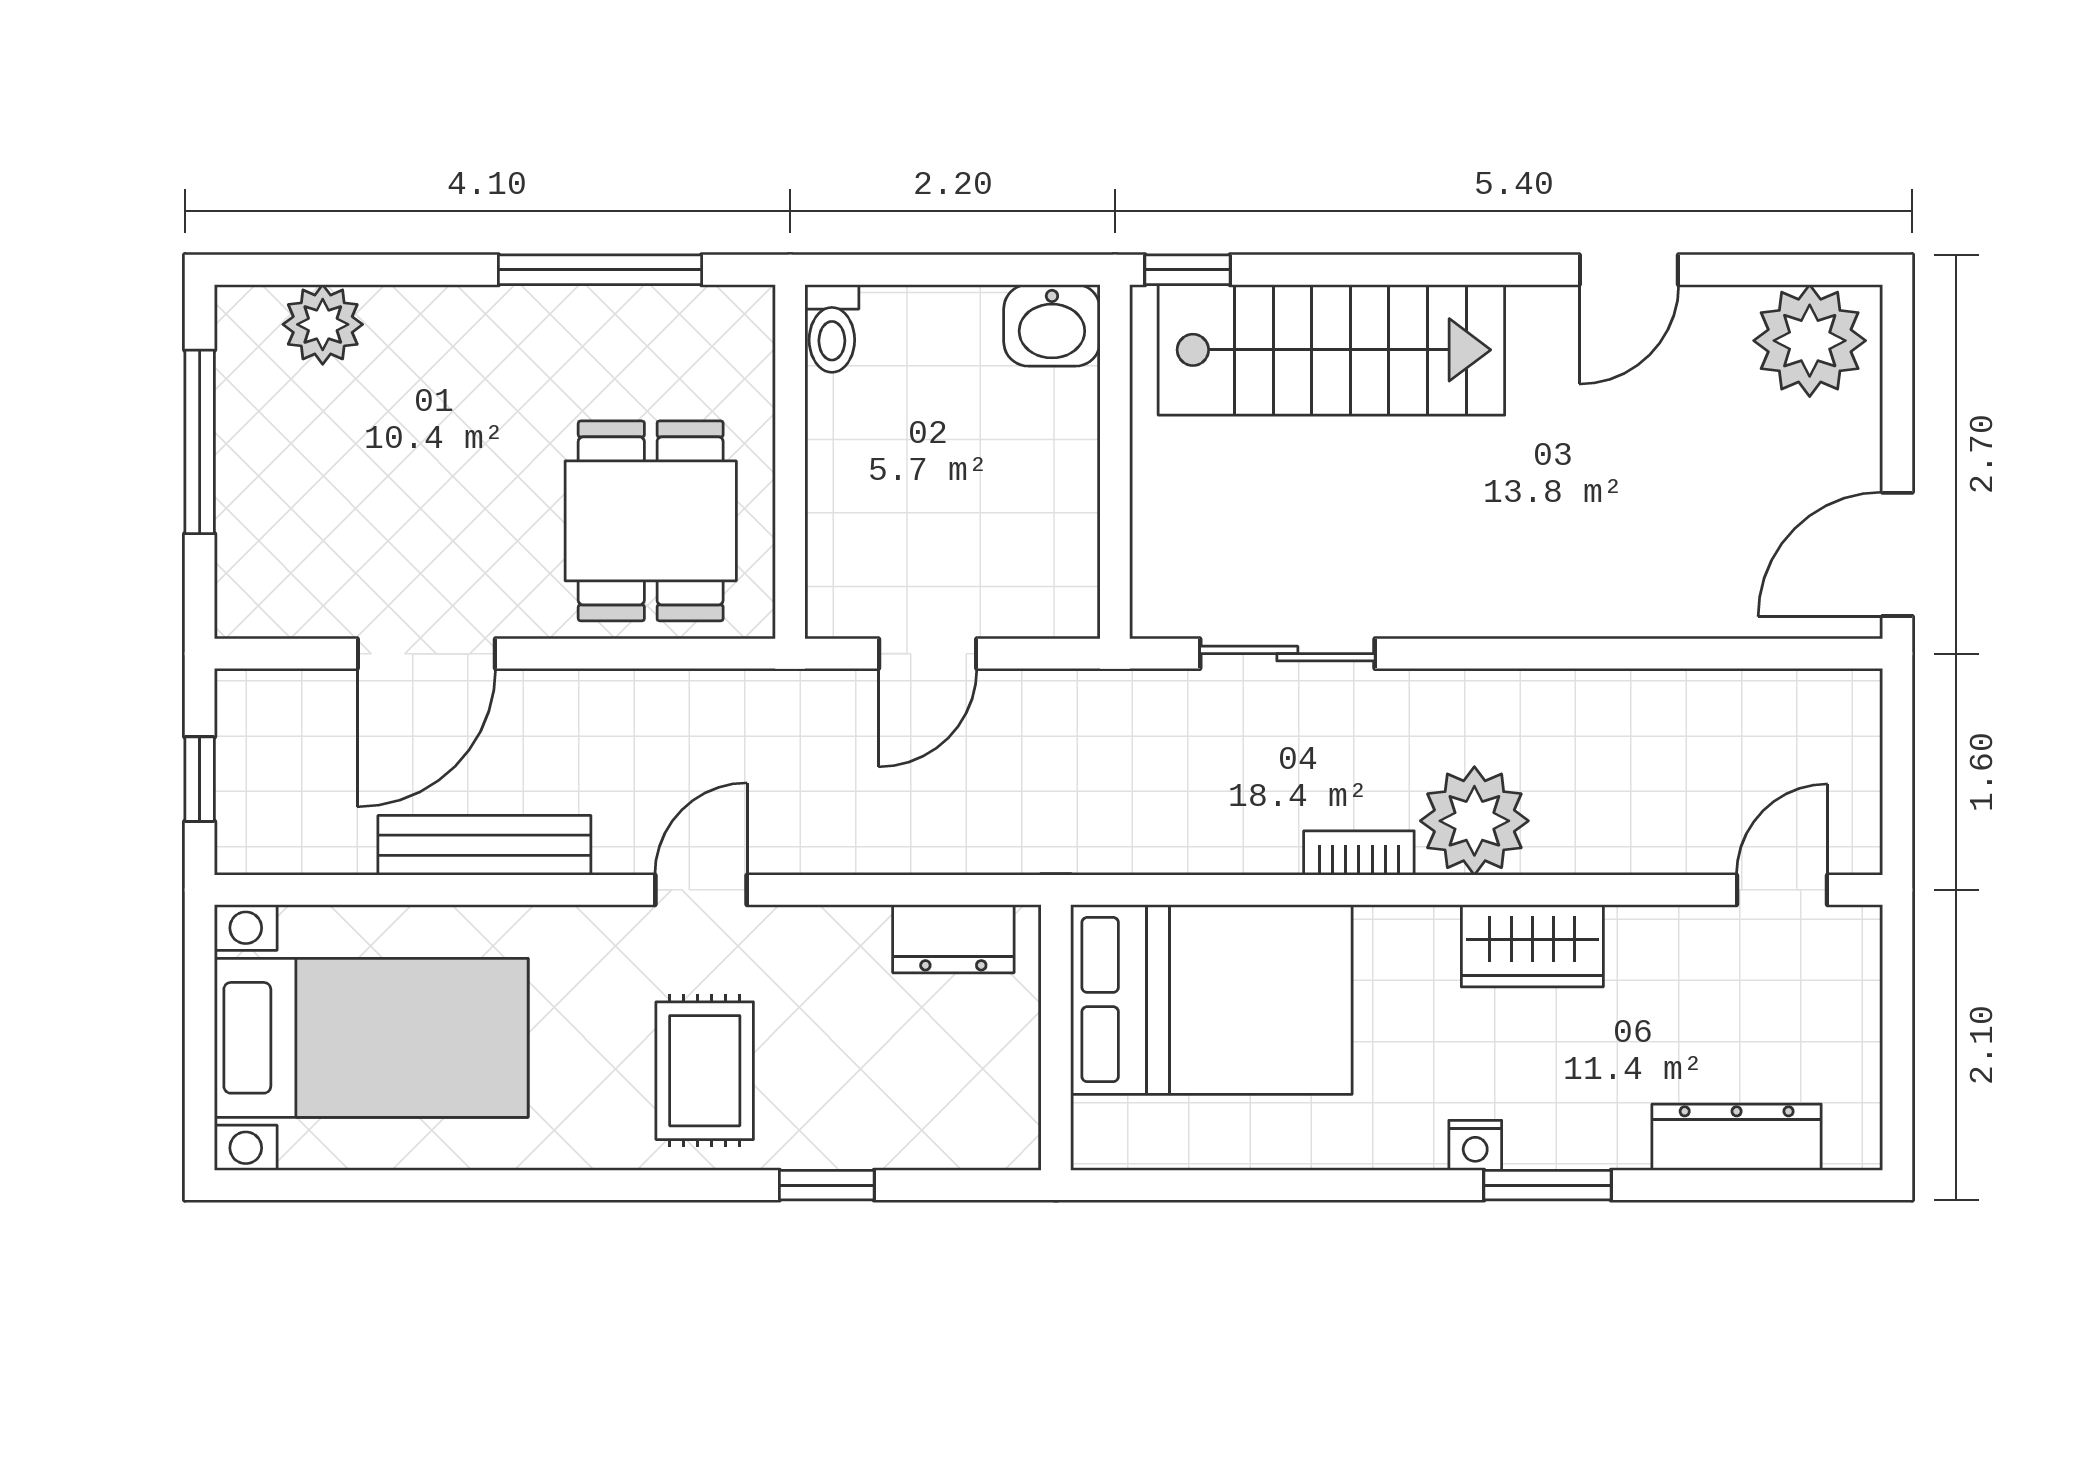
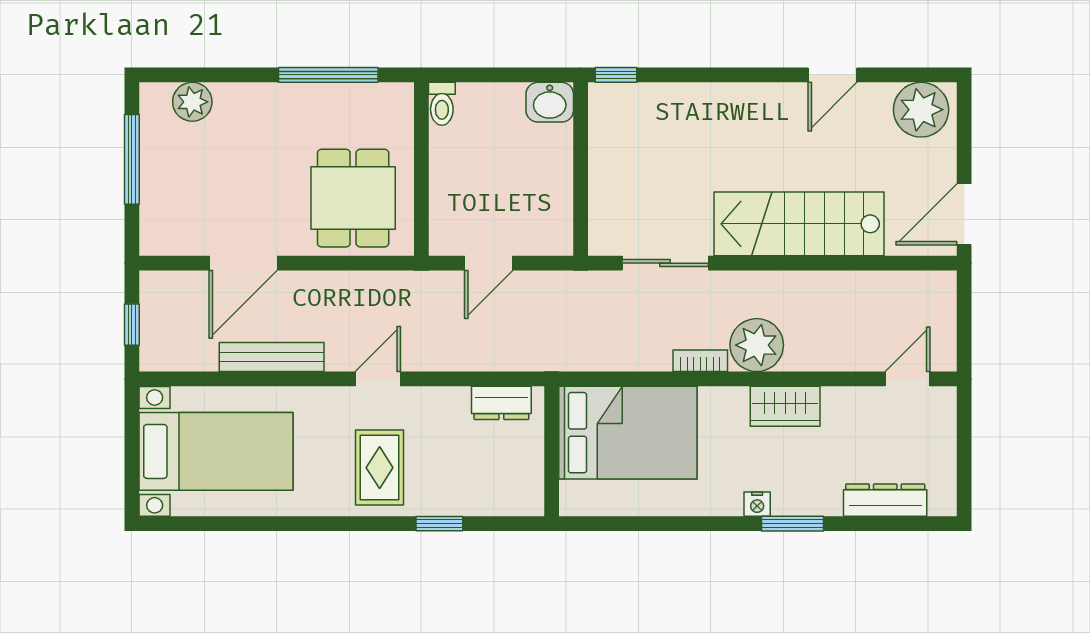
stairs: (1331, 350) -> (799, 224), moved, turned 180

